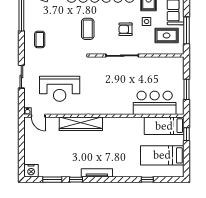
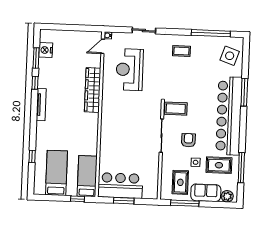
coffee table: (88, 29) -> (176, 109), moved
bar counter: (155, 103) -> (120, 186), moved, turned -90
nightstand: (31, 171) -> (46, 50), moved

